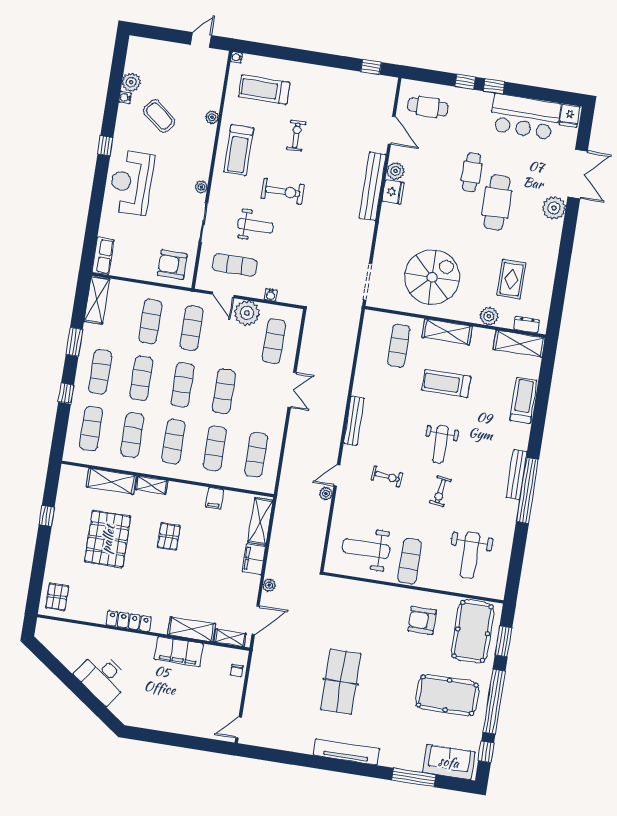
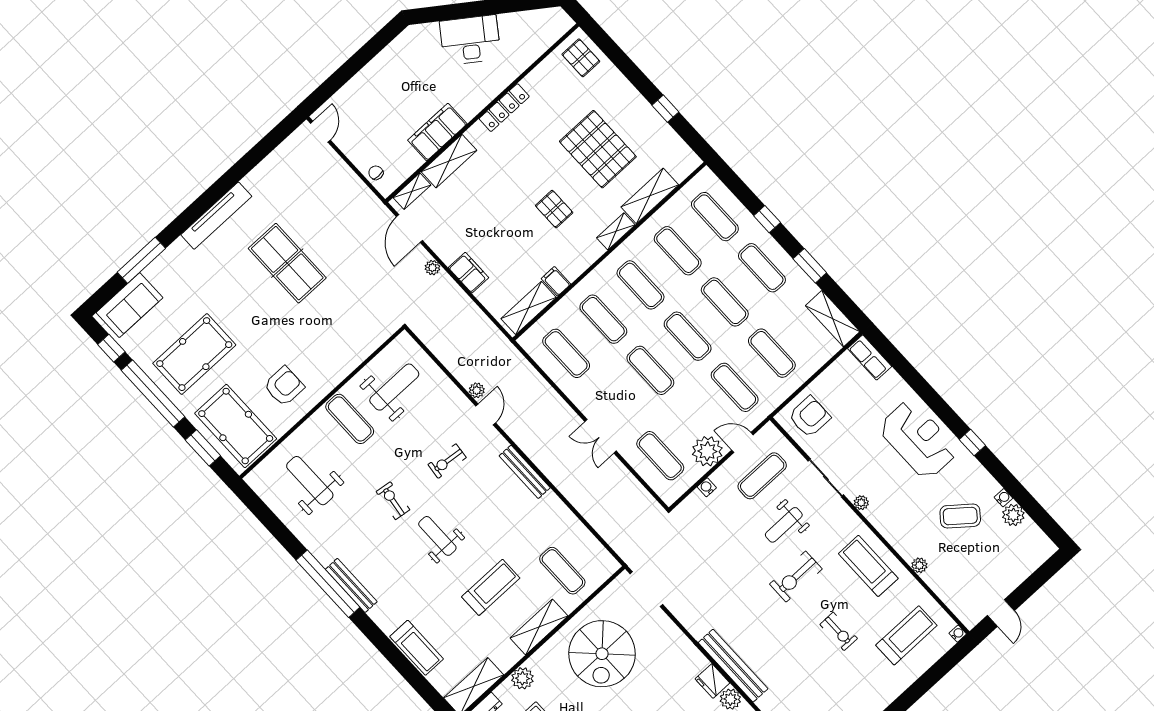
shelving: (260, 521) -> (529, 308), moved, turned 90

